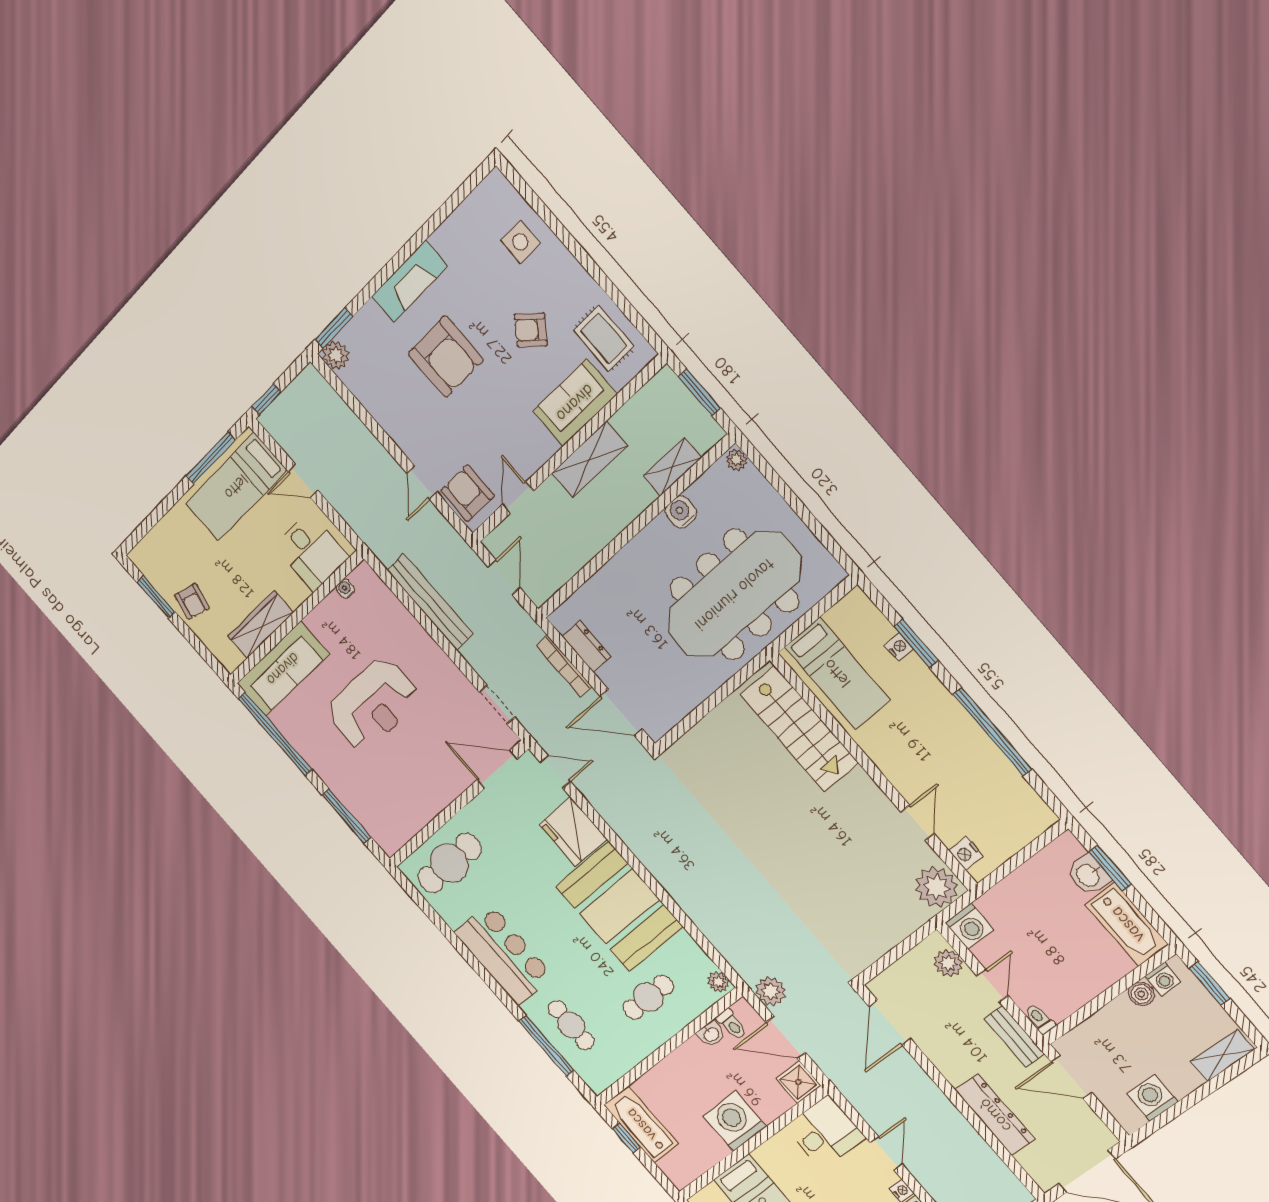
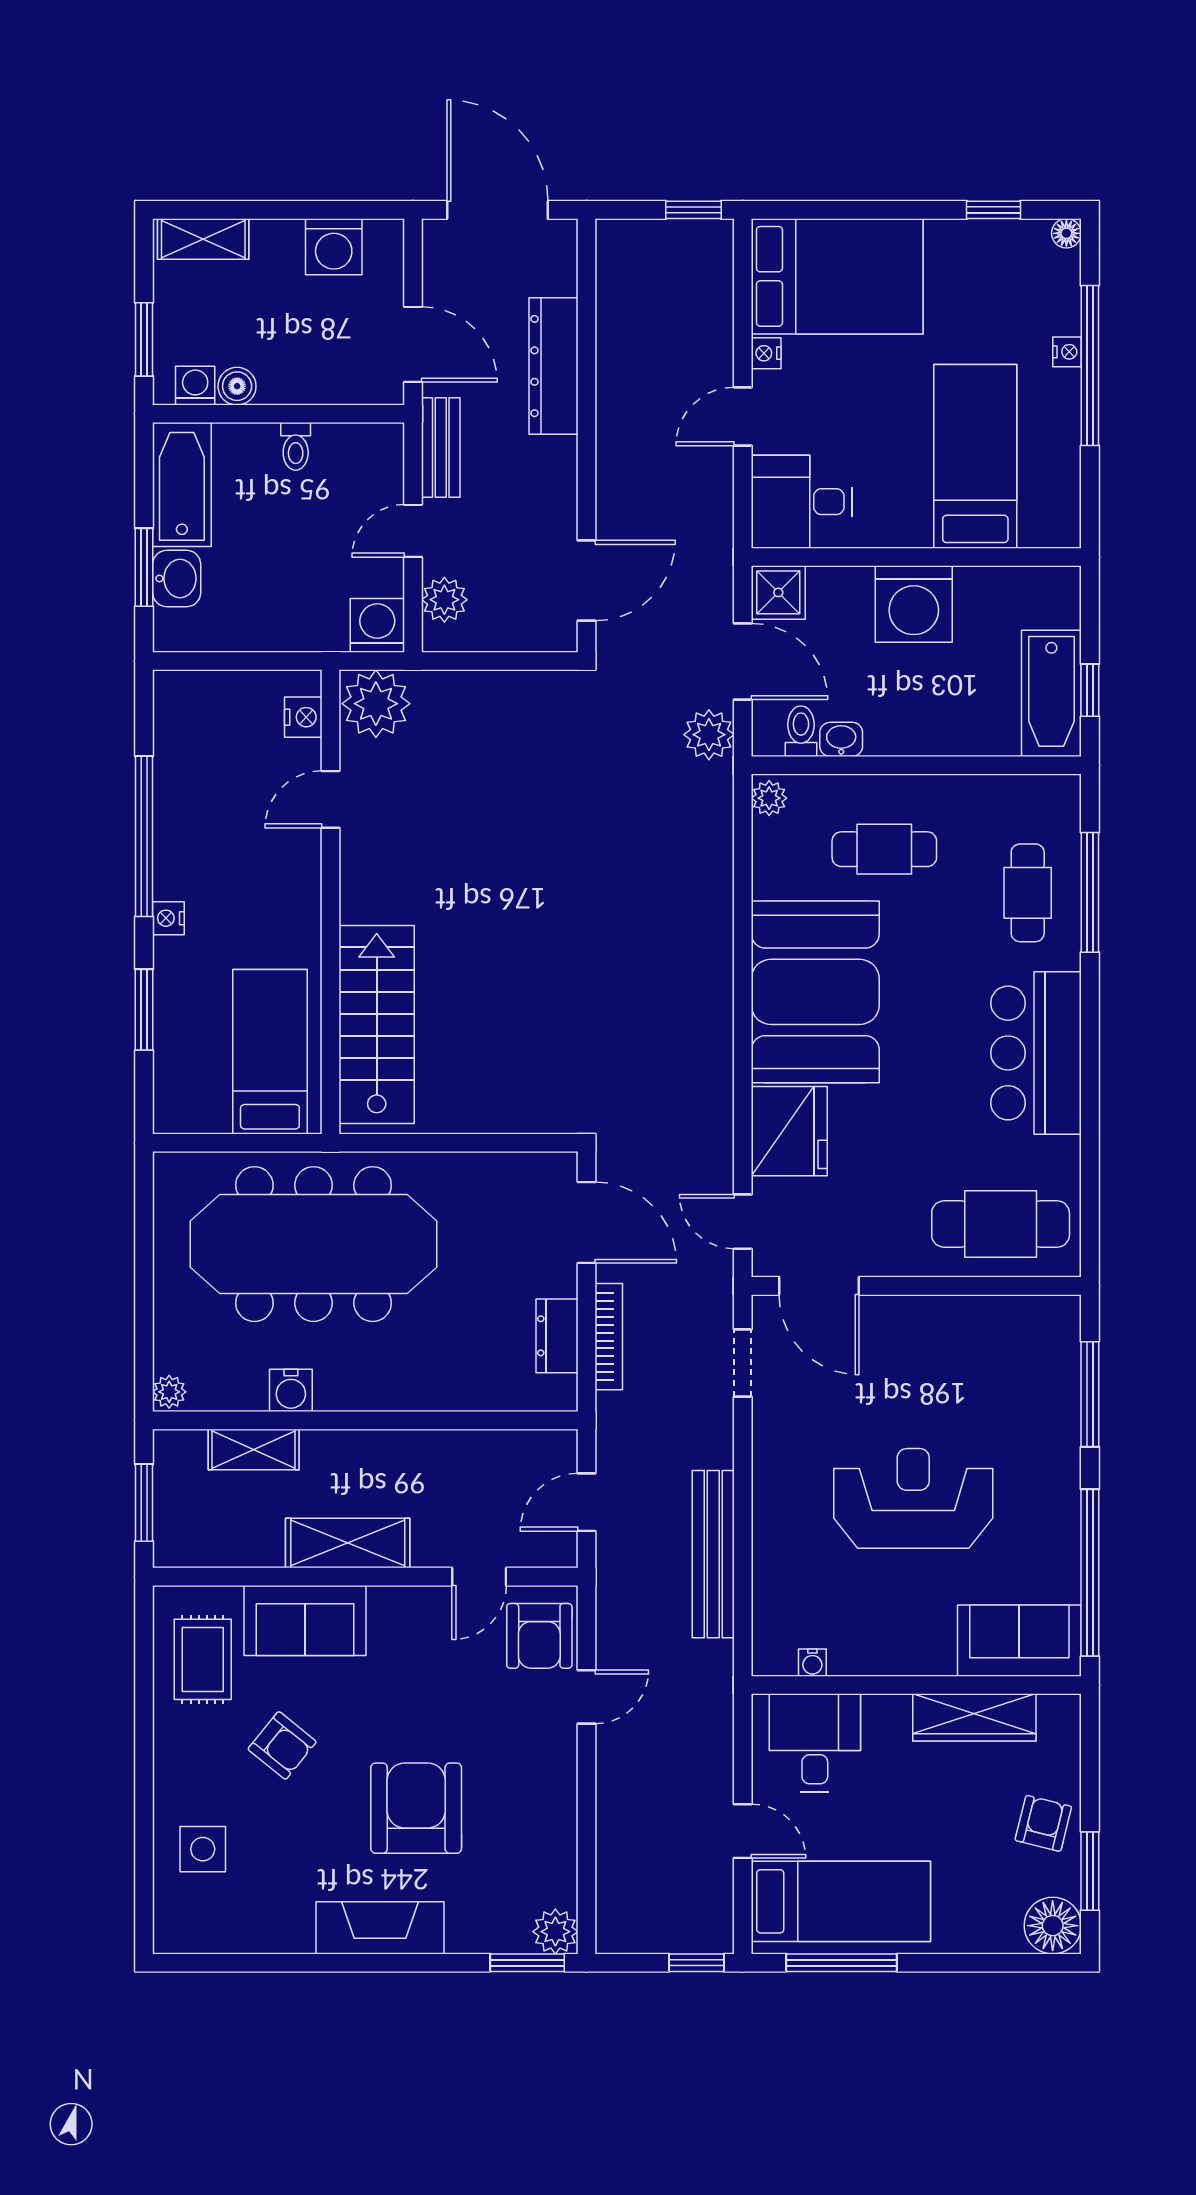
floor lamp: (147, 558) -> (1053, 1926), added
nightstand: (899, 647) -> (168, 918), moved
sofa: (283, 669) -> (1019, 1641), width x0.73
toilet: (1040, 1019) -> (296, 446), moved

